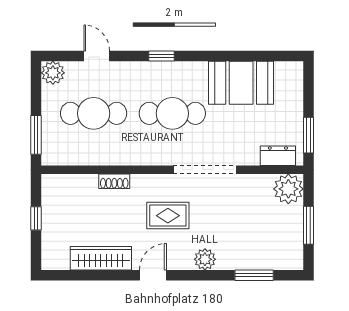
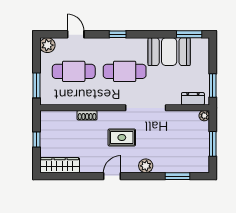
window: (272, 56) -> (189, 34), added
plant: (288, 189) -> (204, 116), width x0.53, depth x0.53
wardrobe: (101, 258) -> (60, 165), moved

